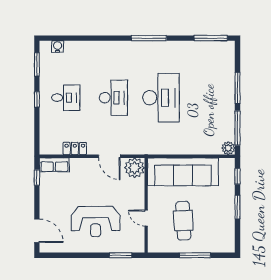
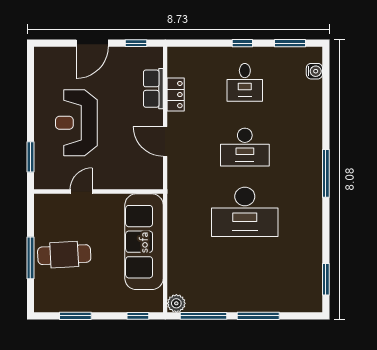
window: (149, 38) -> (326, 173), moved
window: (211, 38) -> (326, 279), width x0.69
door: (109, 156) -> (165, 141), hinge flipped
row of seats: (54, 165) -> (153, 89), moved
plant: (135, 168) -> (149, 176), removed
window: (237, 207) -> (75, 316), moved
cafe table: (183, 221) -> (64, 255), moved
door: (37, 231) -> (92, 43), moved

